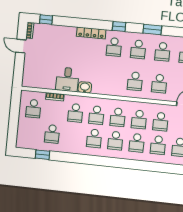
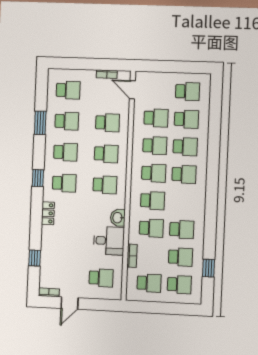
window: (46, 20) -> (35, 258), moved
window: (152, 29) -> (40, 123), moved
locker: (91, 33) -> (48, 213), width x0.66
school desk: (39, 72) -> (101, 278), added
school desk: (111, 79) -> (105, 185), added
school desk: (31, 132) -> (179, 285), added
school desk: (94, 138) -> (182, 229), moved

